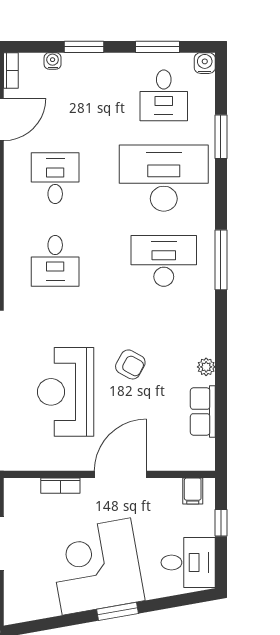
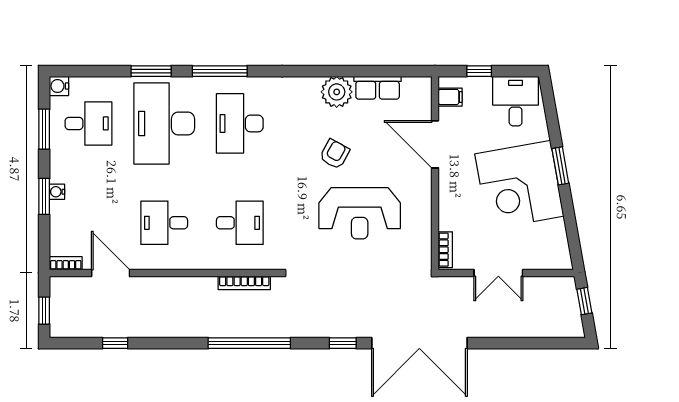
water cooler: (53, 61) -> (57, 192), moved
window: (221, 137) -> (151, 71), moved
window: (221, 260) -> (220, 71), moved
plant: (206, 367) -> (337, 92), width x1.88, depth x1.88
door: (120, 474) -> (435, 144), moved
bookcase: (60, 486) -> (445, 250), moved

